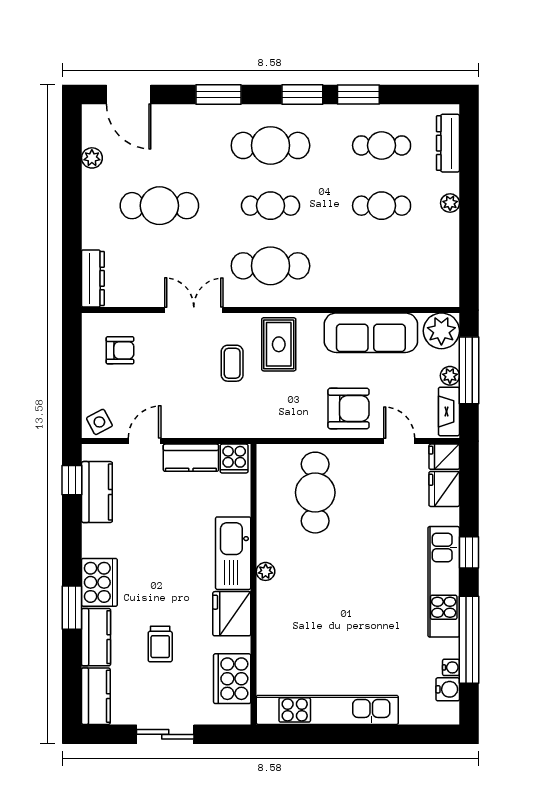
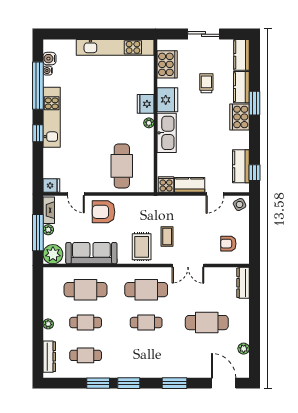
cafe table: (270, 145) -> (86, 290), moved
fridge: (444, 489) -> (146, 104), moved, turned 180

